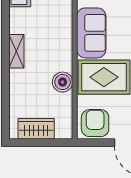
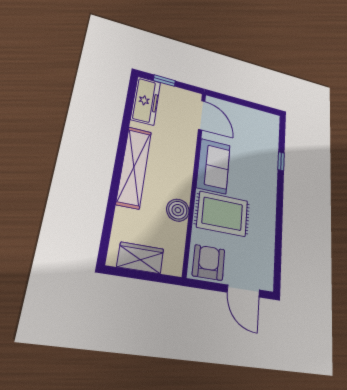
shelving: (16, 51) -> (134, 167), width x2.20, depth x1.33

